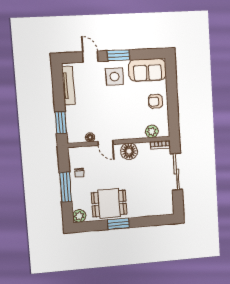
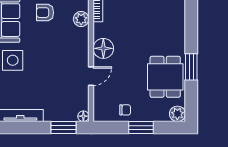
armchair: (155, 101) -> (45, 13), turned 90
floor lamp: (90, 137) -> (83, 116), moved
window: (66, 187) -> (141, 128), width x0.69

